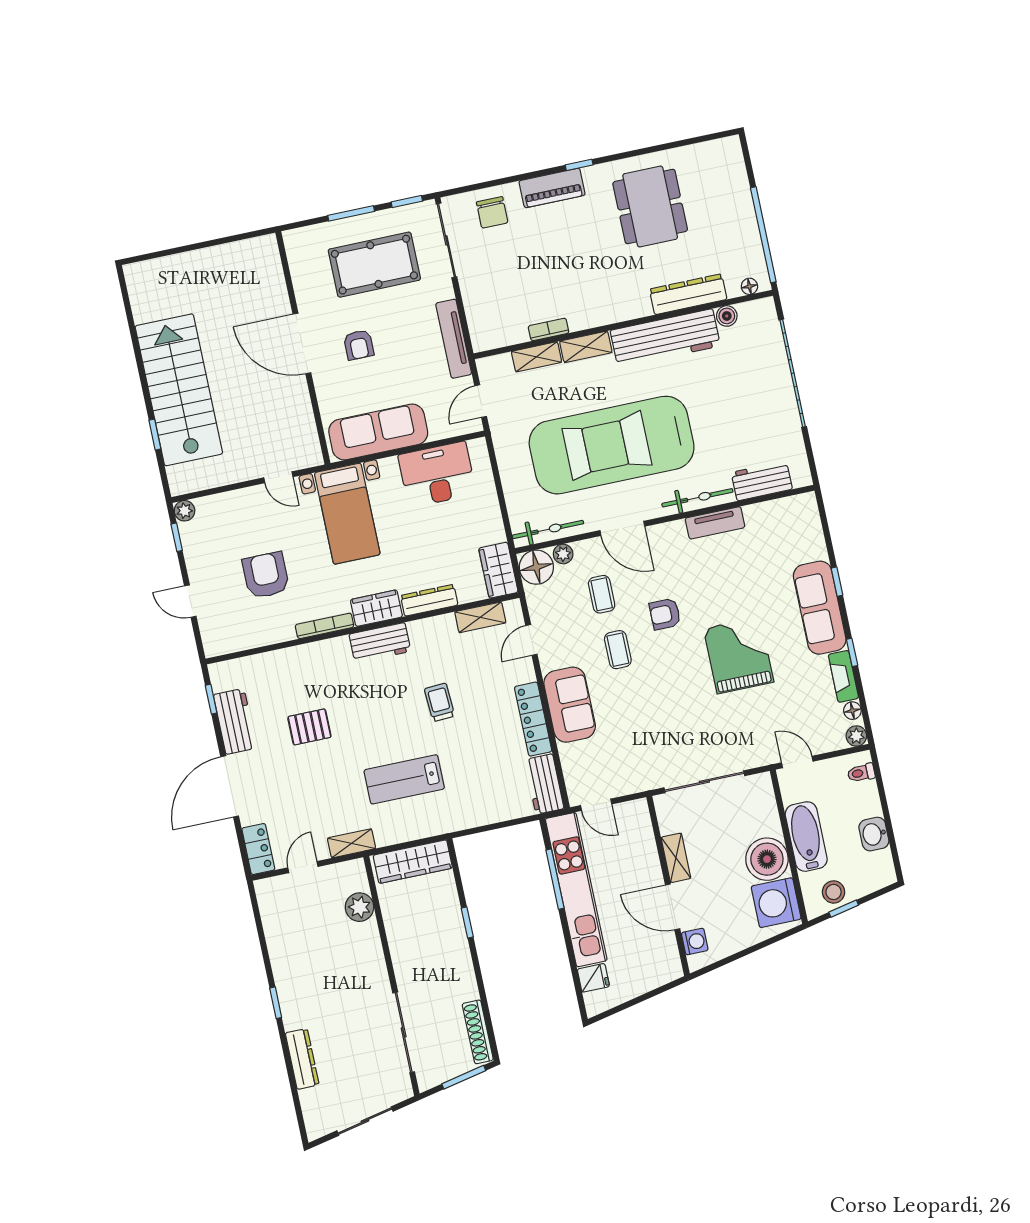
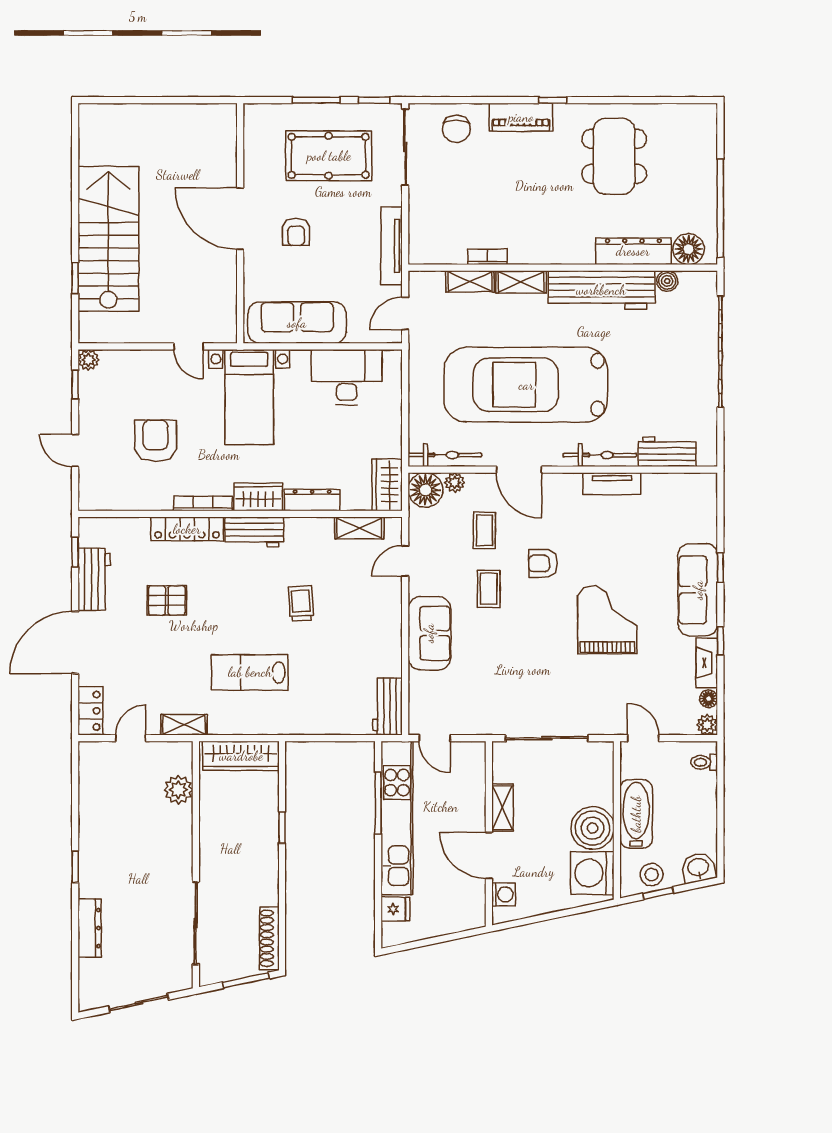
floor lamp: (749, 286) -> (688, 249), width x1.89, depth x1.89
locker: (533, 719) -> (187, 529), moved, turned -90
washbasin: (874, 834) -> (698, 868), moved, turned 78

